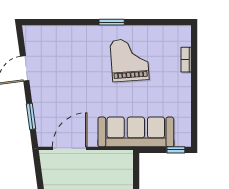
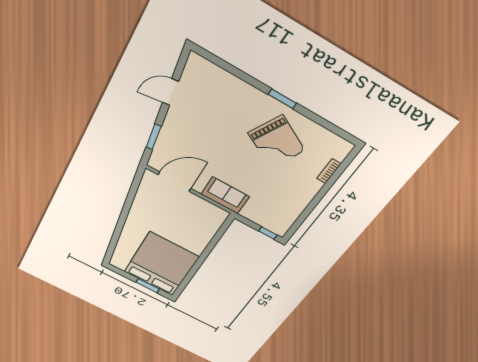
grand piano: (130, 60) -> (277, 142), turned 122
sofa: (136, 132) -> (225, 195), width x0.54, depth x0.79

